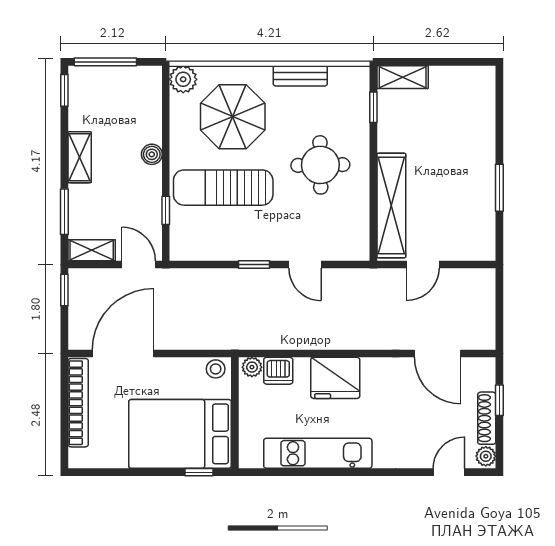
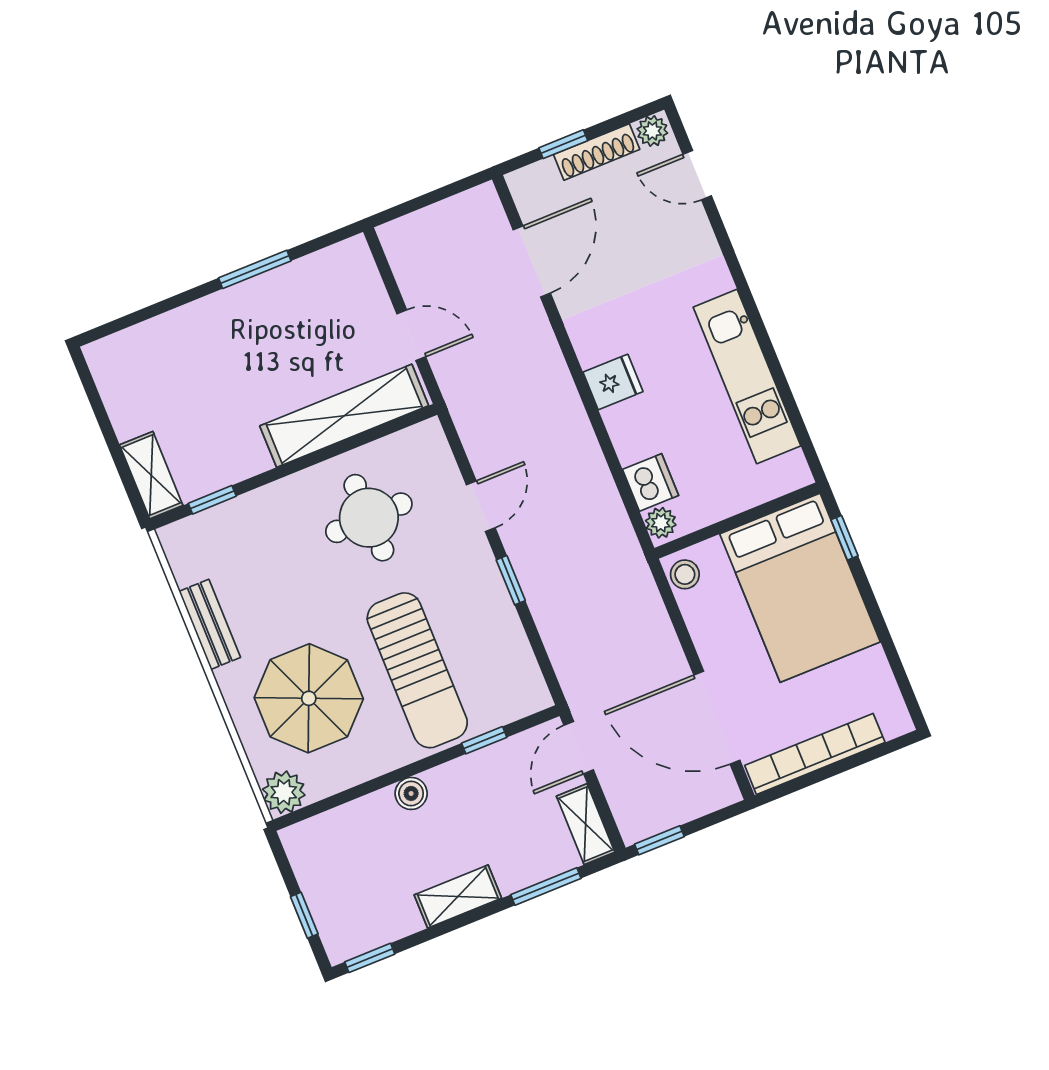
window: (105, 62) -> (304, 915), width x0.46
round table: (320, 165) -> (369, 518), moved
fridge: (335, 378) -> (613, 382), width x0.53, depth x0.75

